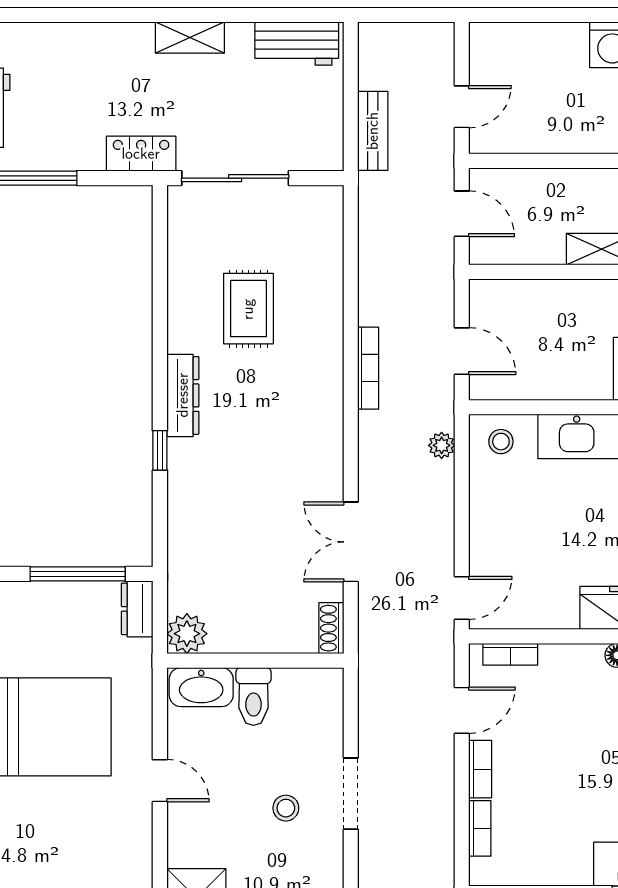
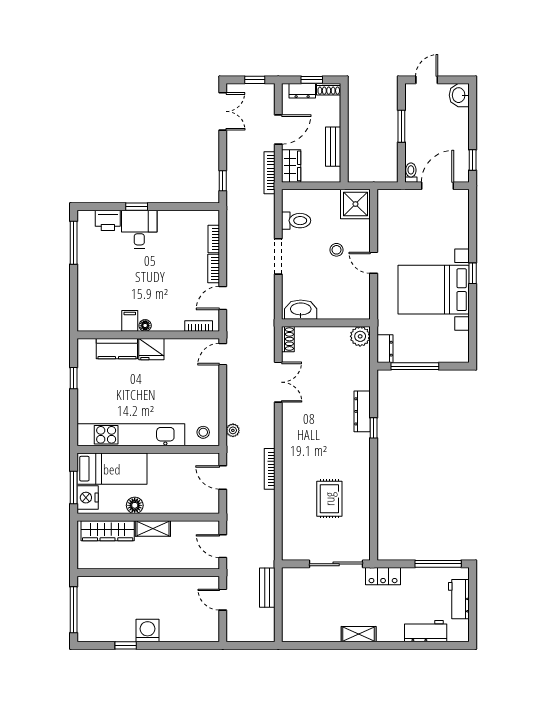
workbench: (297, 44) -> (426, 631), moved
door: (462, 107) -> (223, 600), hinge flipped
dresser: (183, 395) -> (362, 411), moved
washbasin: (201, 687) -> (301, 310), moved
toilet: (253, 696) -> (296, 221), moved, turned 90
stool: (286, 808) -> (336, 250), moved

